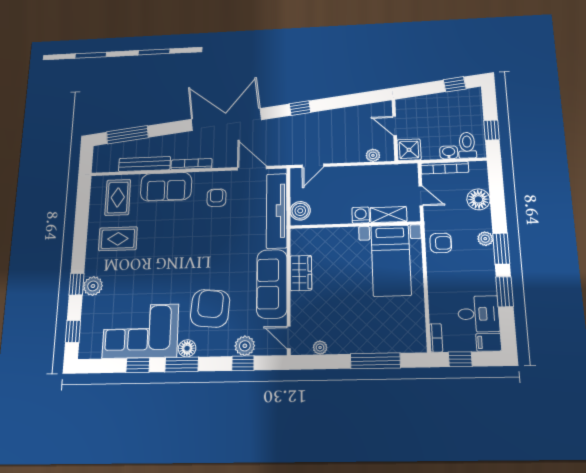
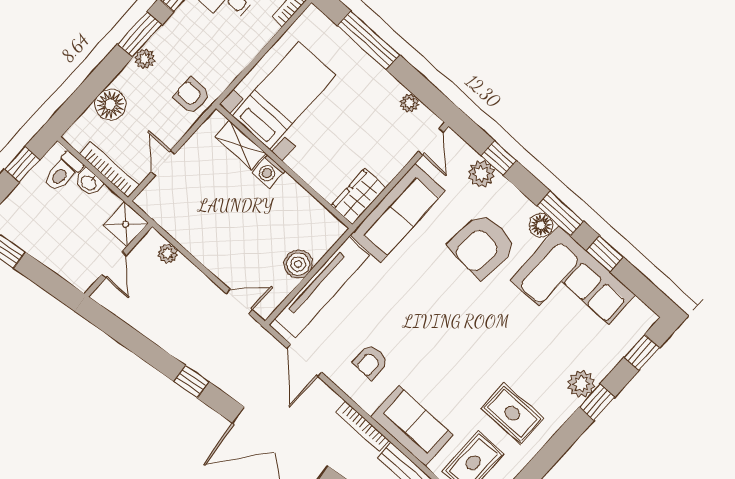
washing machine: (361, 215) -> (269, 171), moved
shelving: (389, 215) -> (240, 145), moved
wall: (355, 225) -> (284, 166), moved
bed with nightstands: (391, 260) -> (284, 96), moved

